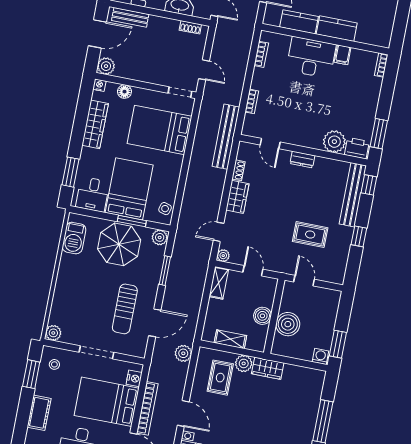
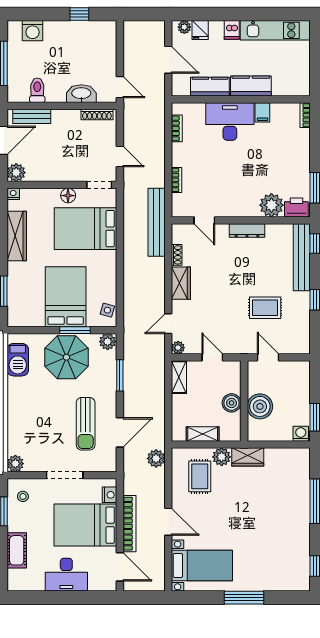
shoe rack: (190, 27) -> (97, 115), width x1.43
floor lamp: (124, 92) -> (68, 196), moved
dresser: (302, 159) -> (247, 231), width x1.44
desk: (93, 194) -> (28, 310), removed

